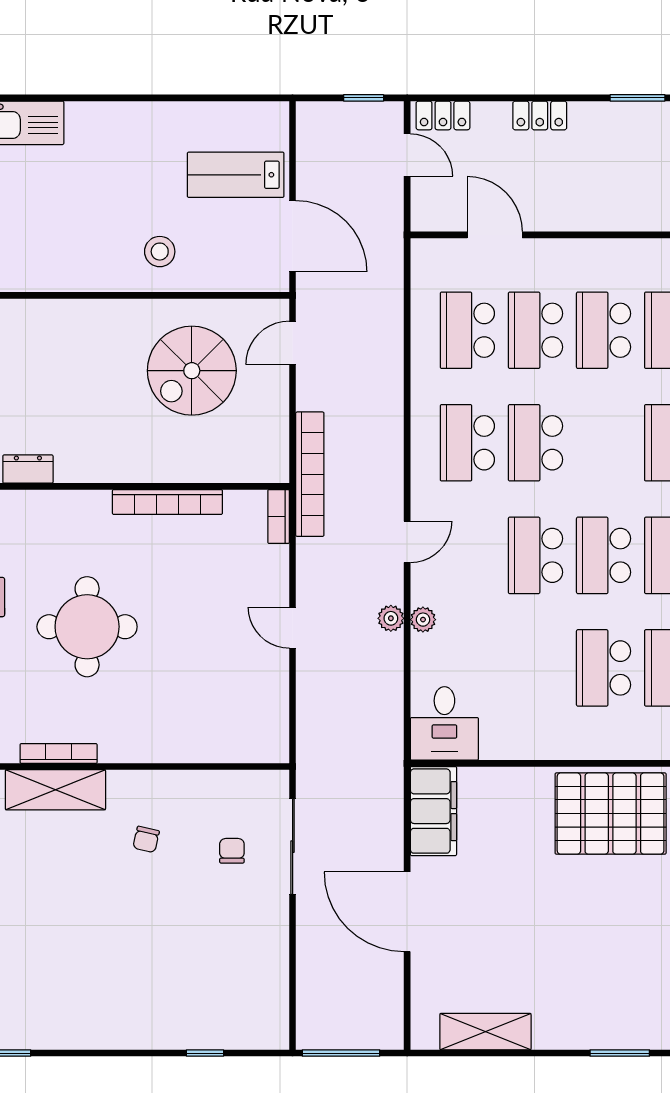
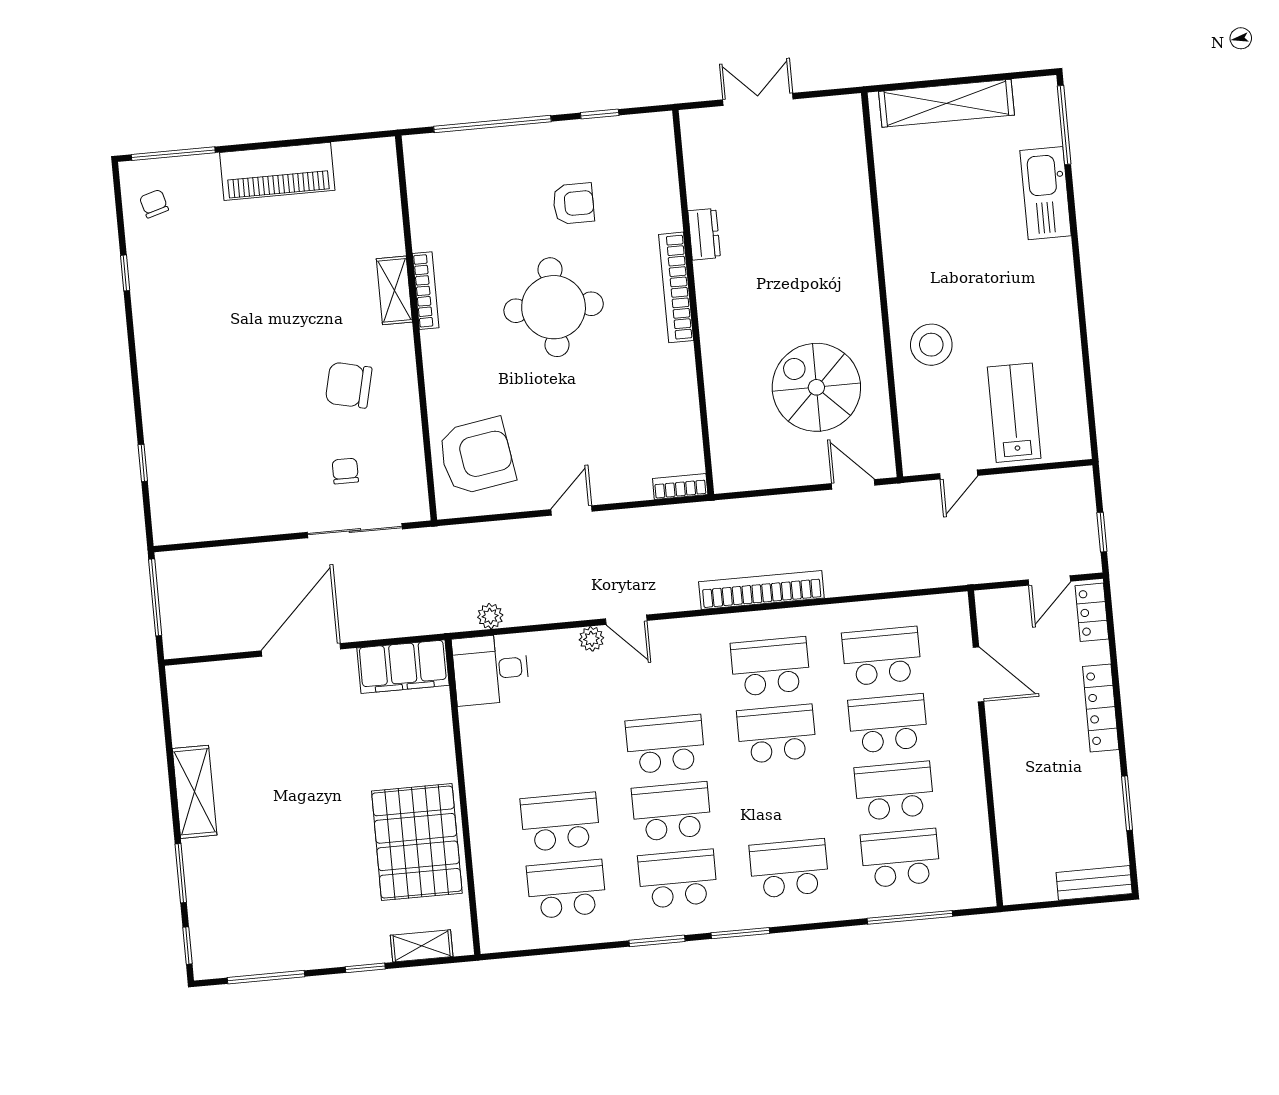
locker: (540, 115) -> (1101, 708), width x1.53
door: (495, 235) -> (979, 674), hinge flipped
door: (293, 236) -> (959, 475), width x0.53
stool: (160, 252) -> (931, 345), width x1.38, depth x1.38
bookcase: (310, 474) -> (761, 590), moved, turned 180
bookcase: (167, 502) -> (676, 287), moved
door: (407, 542) -> (626, 620), moved
plant: (391, 618) -> (490, 616), moved
armchair: (229, 718) -> (476, 456), added
shelving: (55, 790) -> (394, 290), width x0.67, depth x0.75
chair: (146, 839) -> (349, 385), width x1.87, depth x1.87
chair: (232, 851) -> (345, 471), turned -90
shelving: (485, 1032) -> (195, 792), moved

